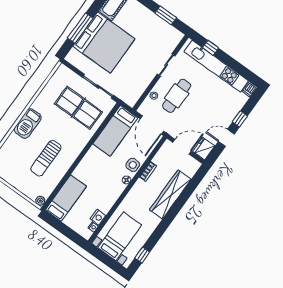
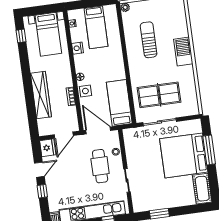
bed: (66, 198) -> (96, 27), moved
nightstand: (98, 217) -> (77, 48), moved

